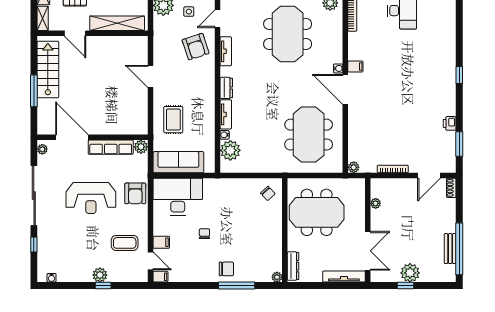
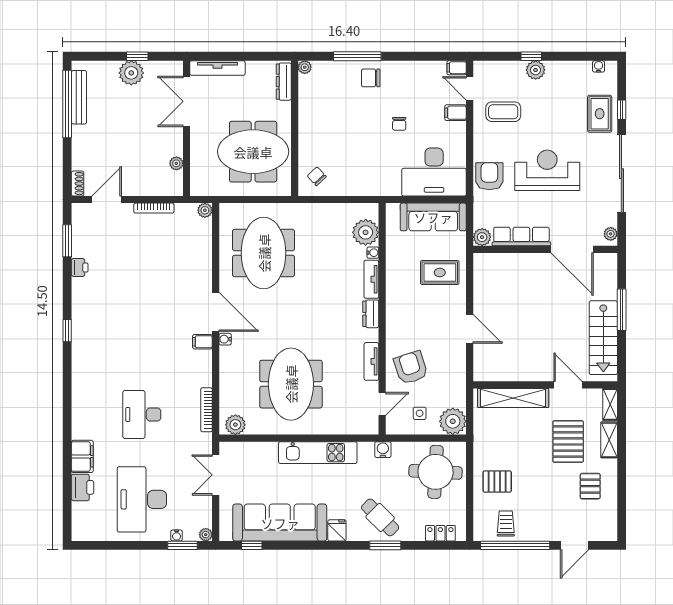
rug: (173, 120) -> (440, 272), turned 90
rug: (51, 241) -> (600, 114), added
bench: (450, 249) -> (79, 97), width x1.36

